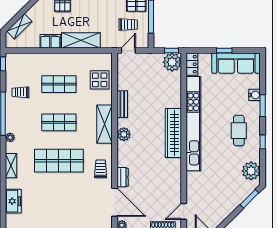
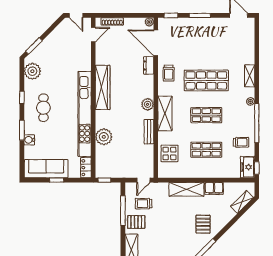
plant: (172, 62) -> (104, 137), moved
wardrobe: (173, 133) -> (103, 87), moved
freezer: (13, 201) -> (248, 167), moved

